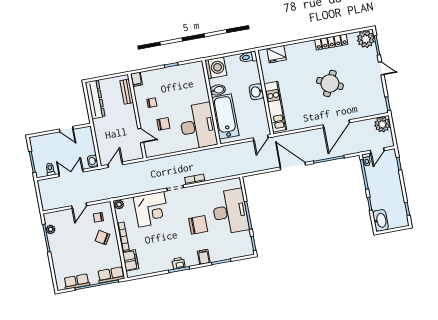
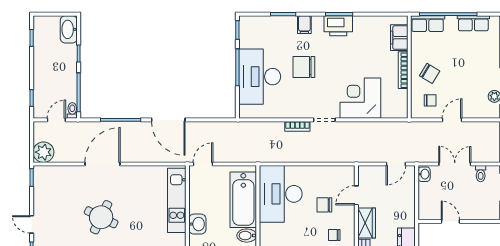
wardrobe: (129, 116) -> (367, 223), added
door: (141, 136) -> (356, 195), hinge flipped
double door: (71, 173) -> (455, 164), swing flipped
plant: (119, 204) -> (401, 112), removed
printer: (178, 263) -> (338, 26), width x1.87, depth x1.48

